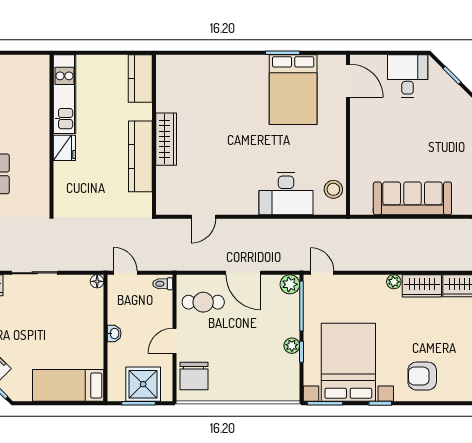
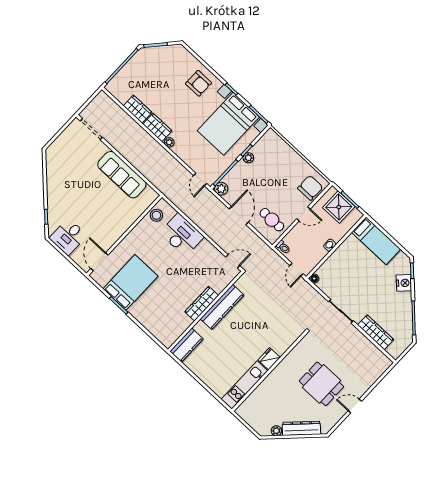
kitchen counter: (140, 78) -> (186, 345), moved
wall: (154, 135) -> (205, 311), moved
wardrobe: (166, 139) -> (202, 304), moved
kitchen counter: (140, 156) -> (222, 307), moved

